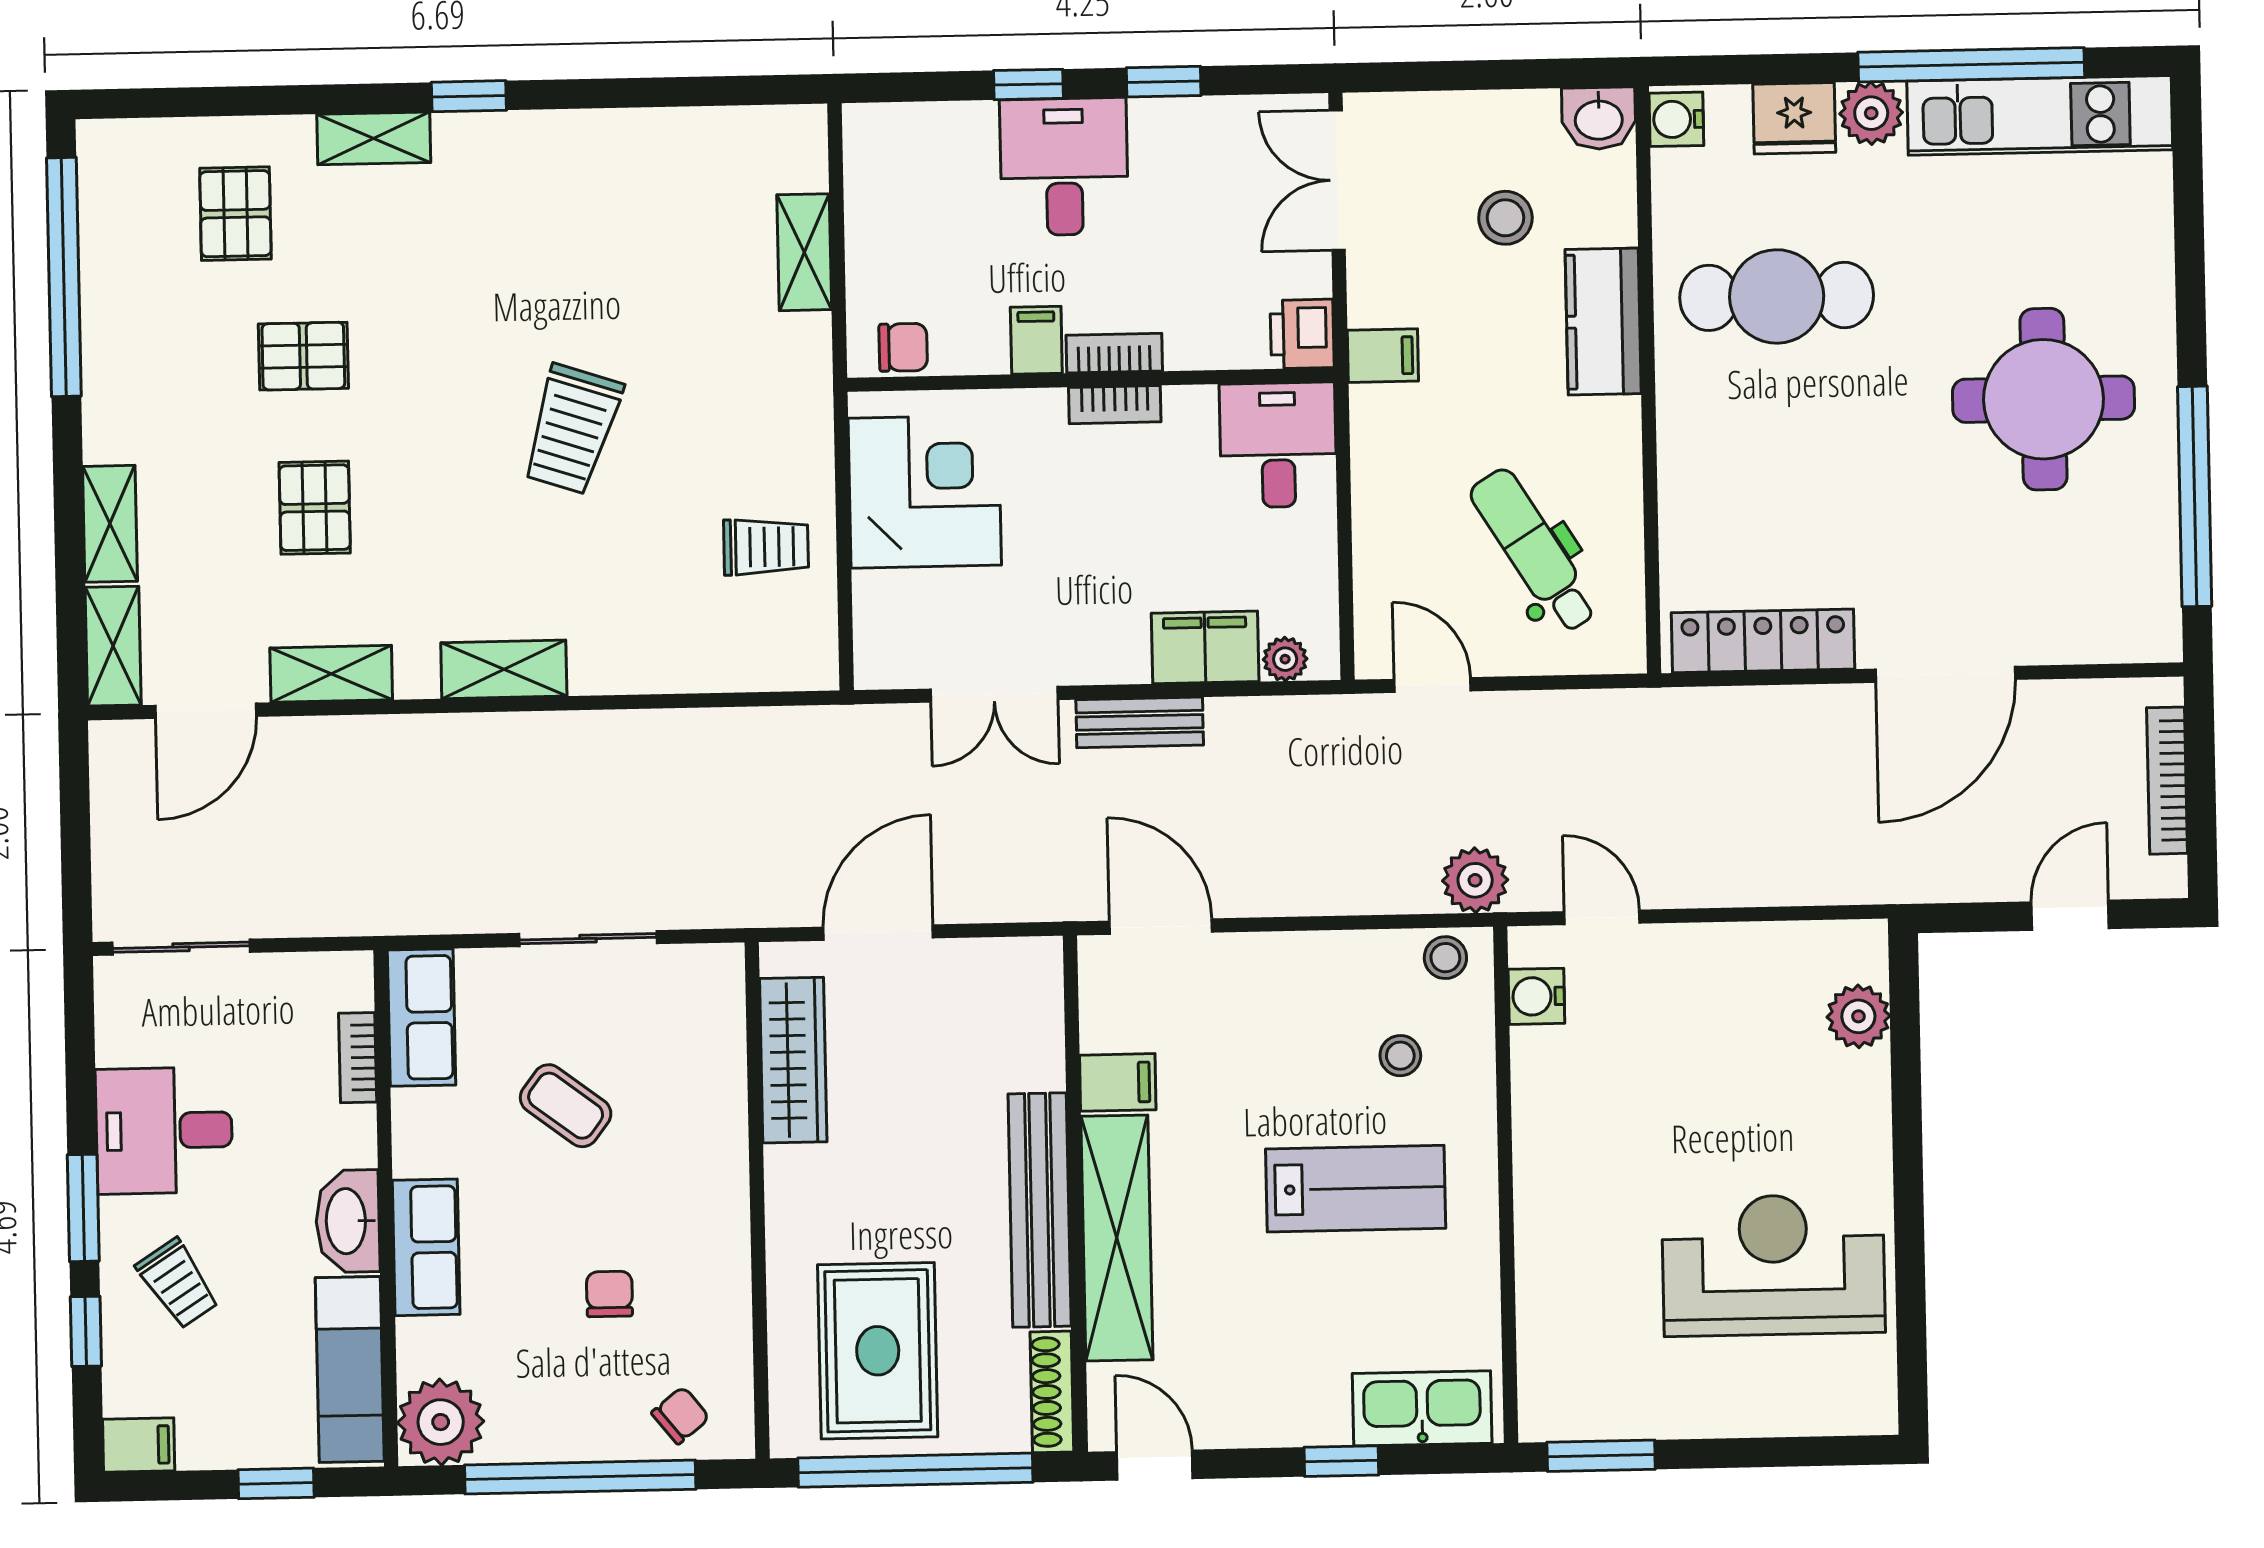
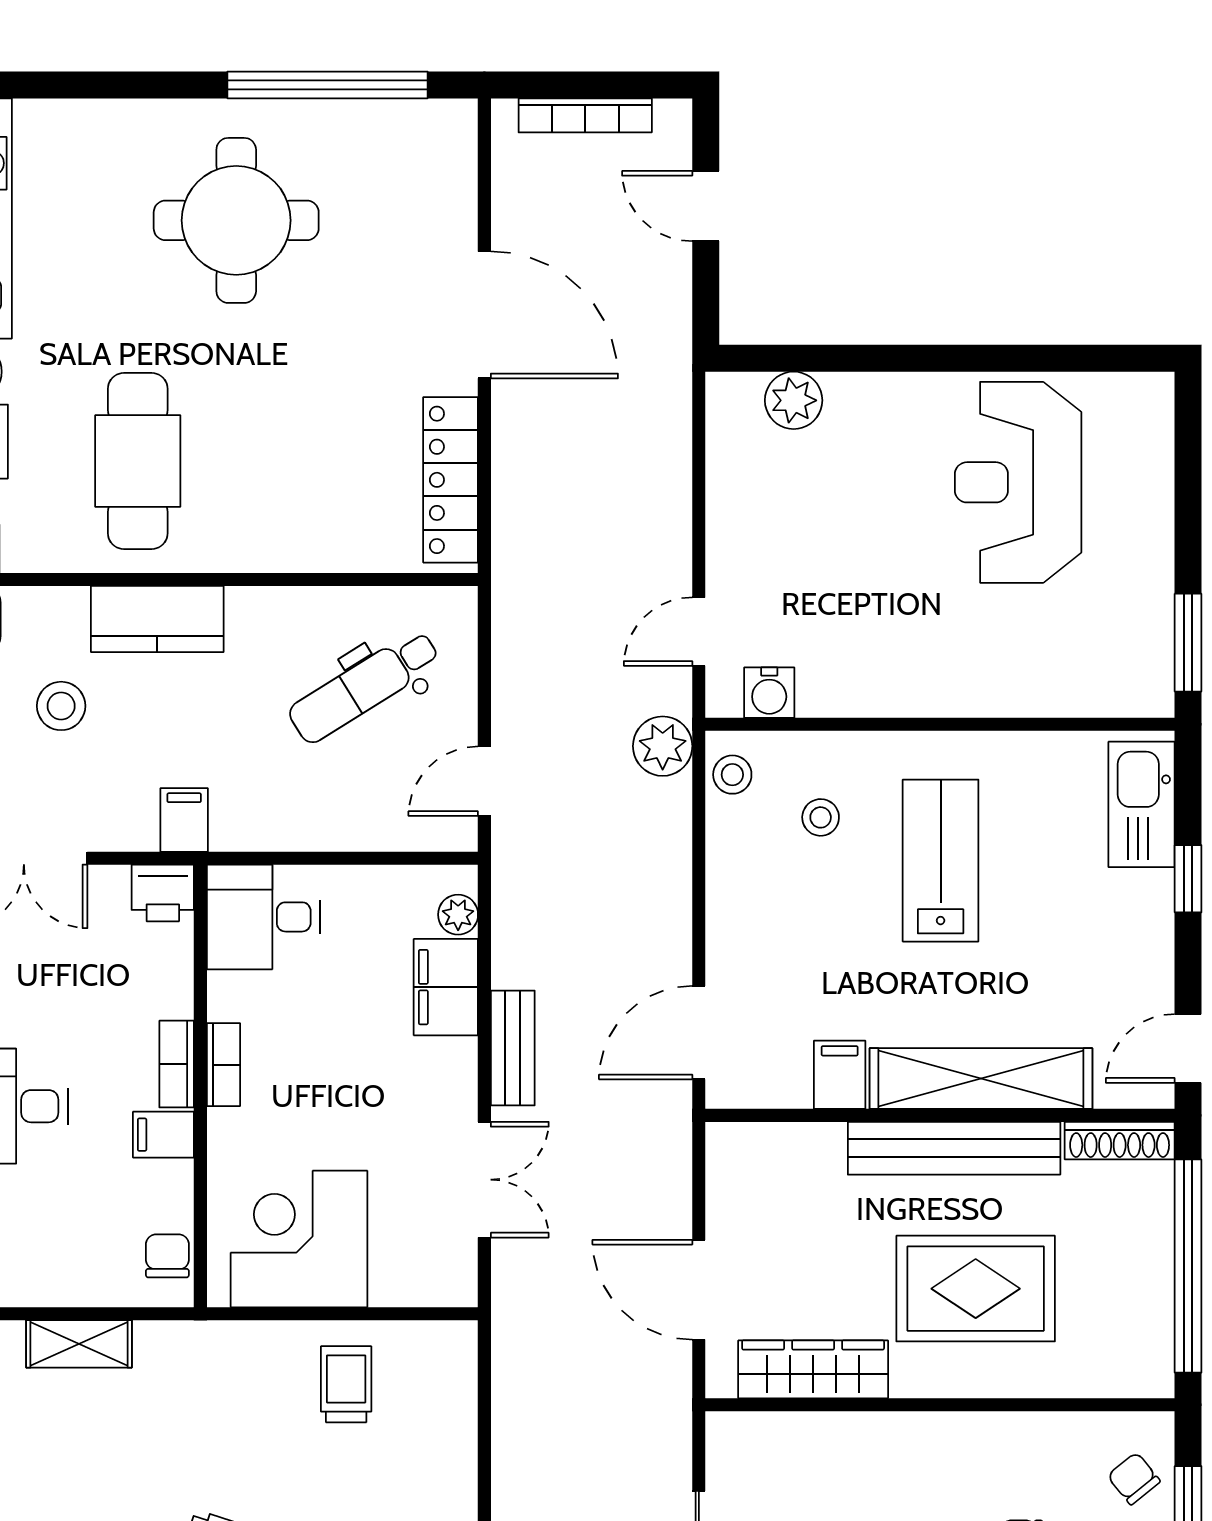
rug: (878, 1351) -> (976, 1289), moved

